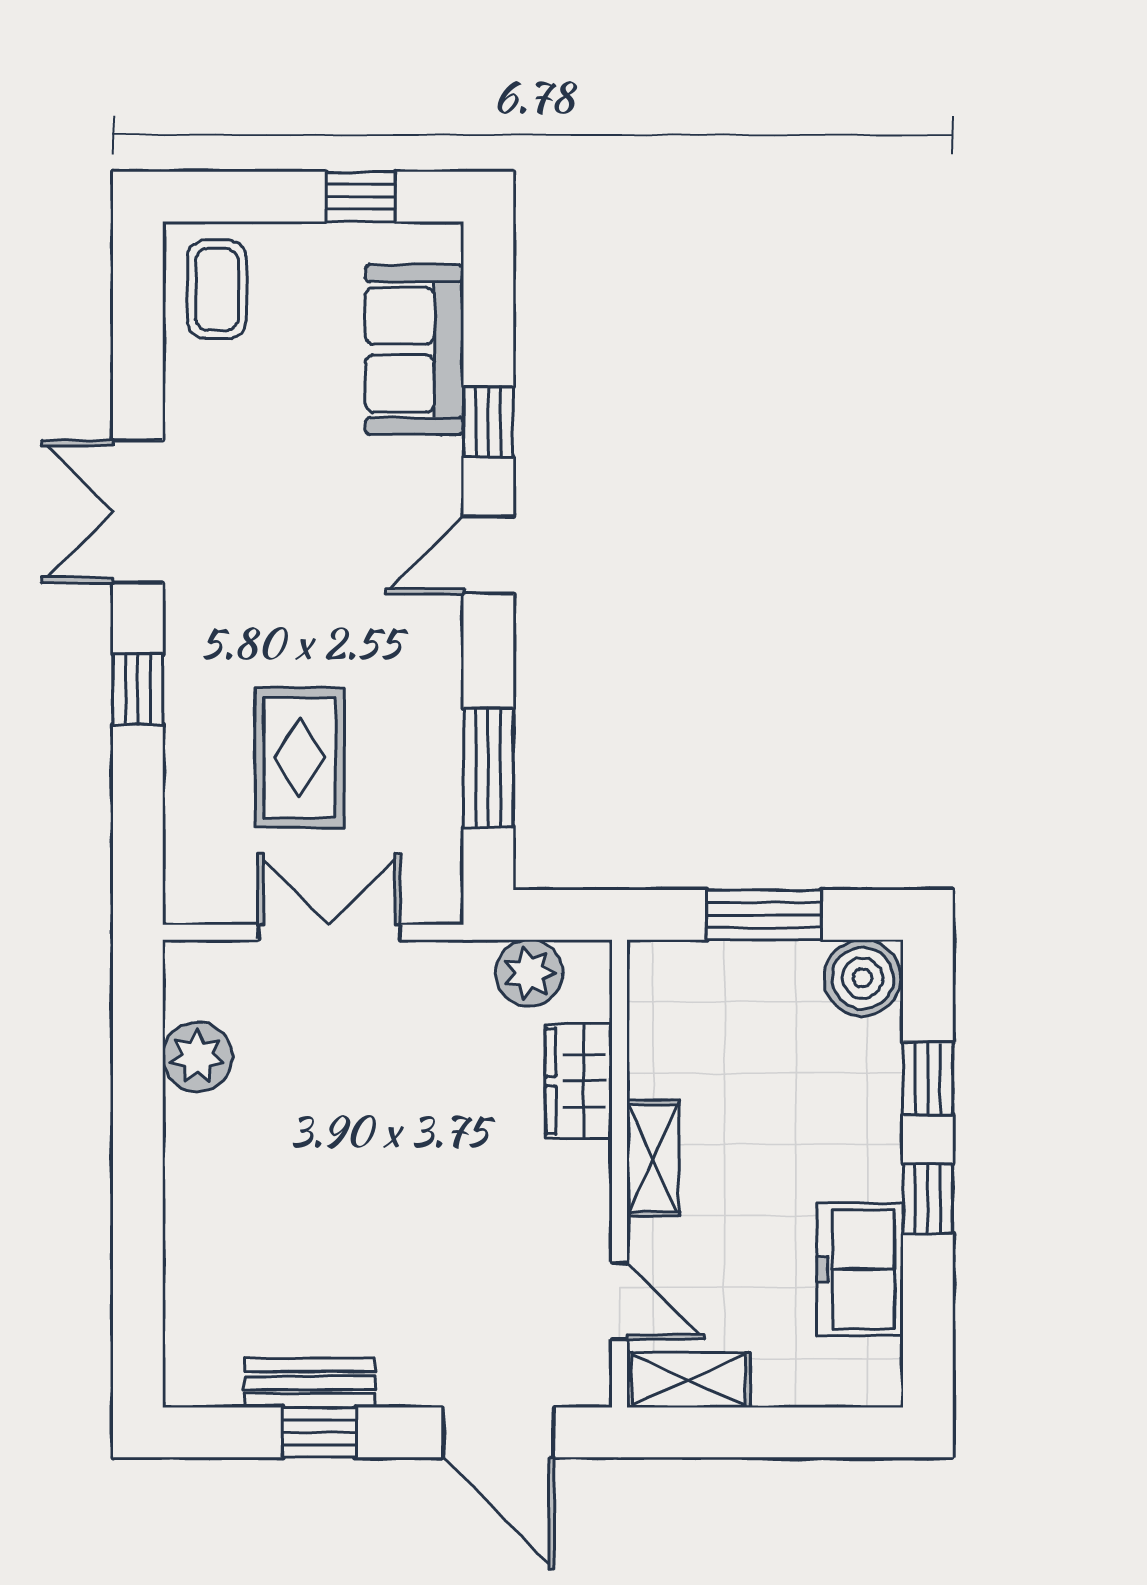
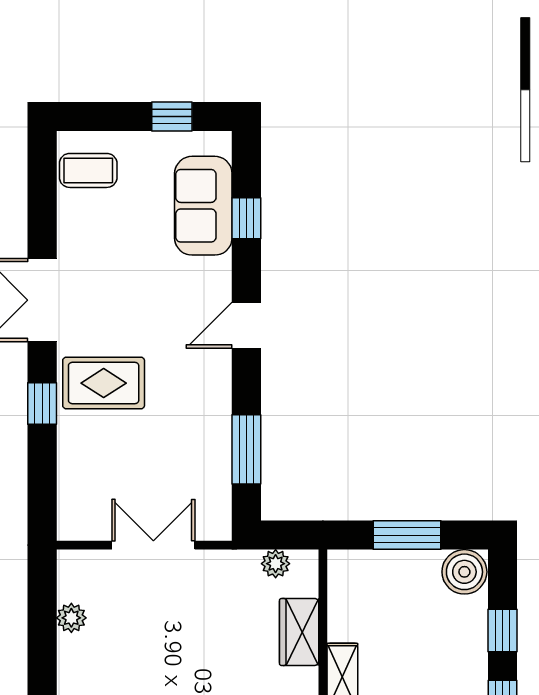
coffee table: (217, 289) -> (88, 170), turned 90
window: (488, 422) -> (246, 218), moved
rug: (300, 758) -> (104, 383), moved, turned 90
plant: (529, 973) -> (276, 564), width x0.73, depth x0.73
plant: (197, 1057) -> (71, 618), width x0.73, depth x0.73

